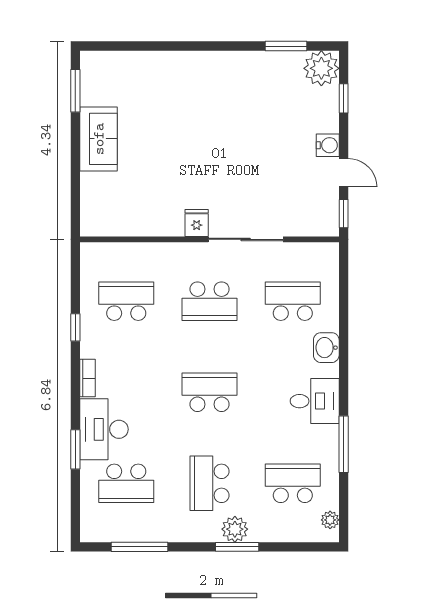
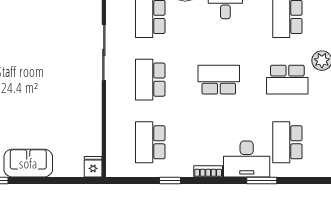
fridge: (197, 223) -> (93, 167), moved, turned 90
school desk: (210, 301) -> (150, 80), turned 180
school desk: (210, 392) -> (219, 80), turned 90
school desk: (126, 483) -> (287, 142), turned 180

